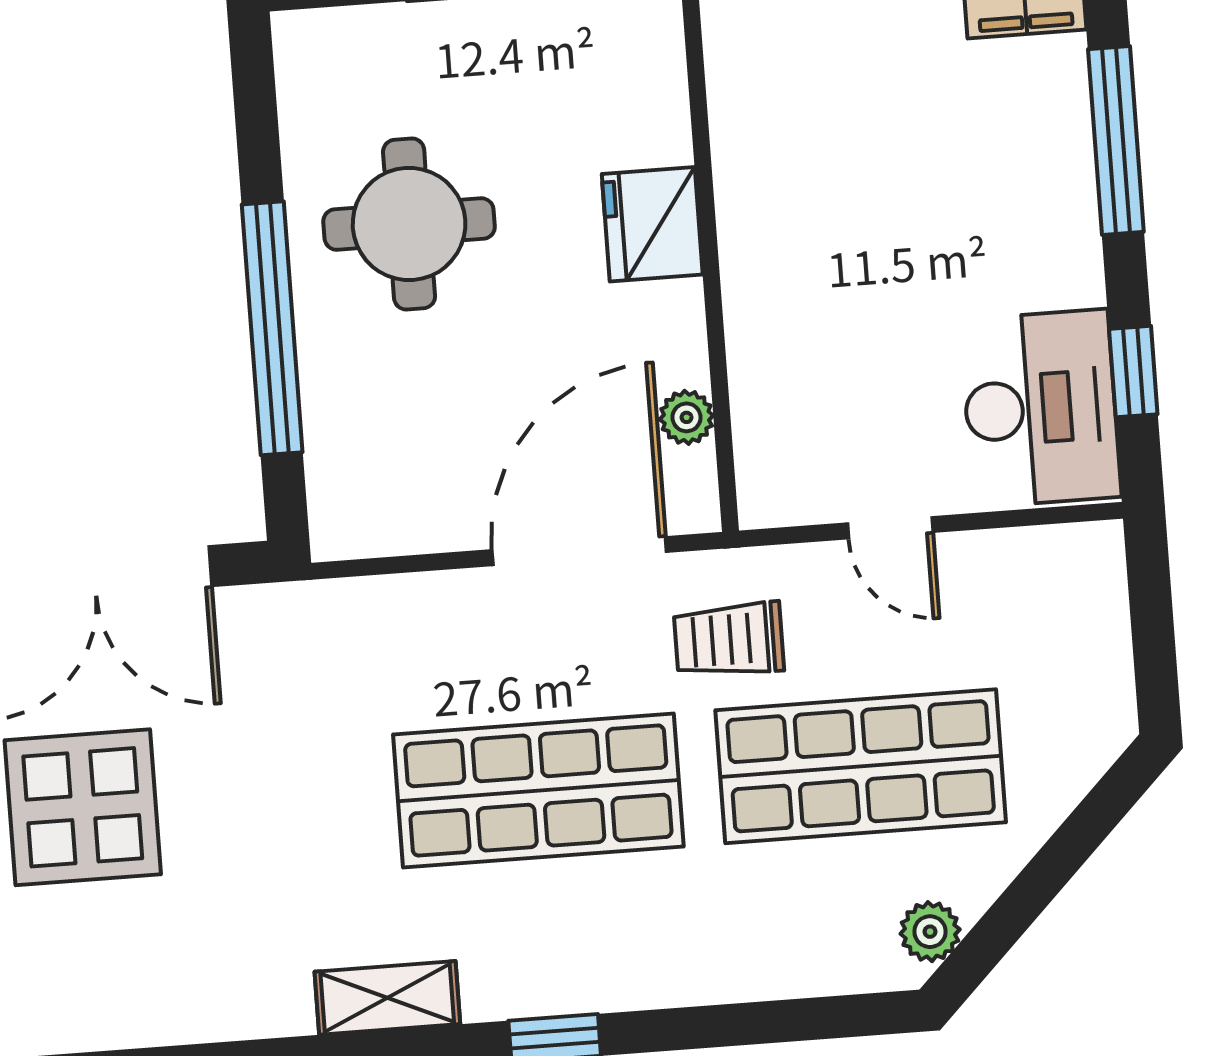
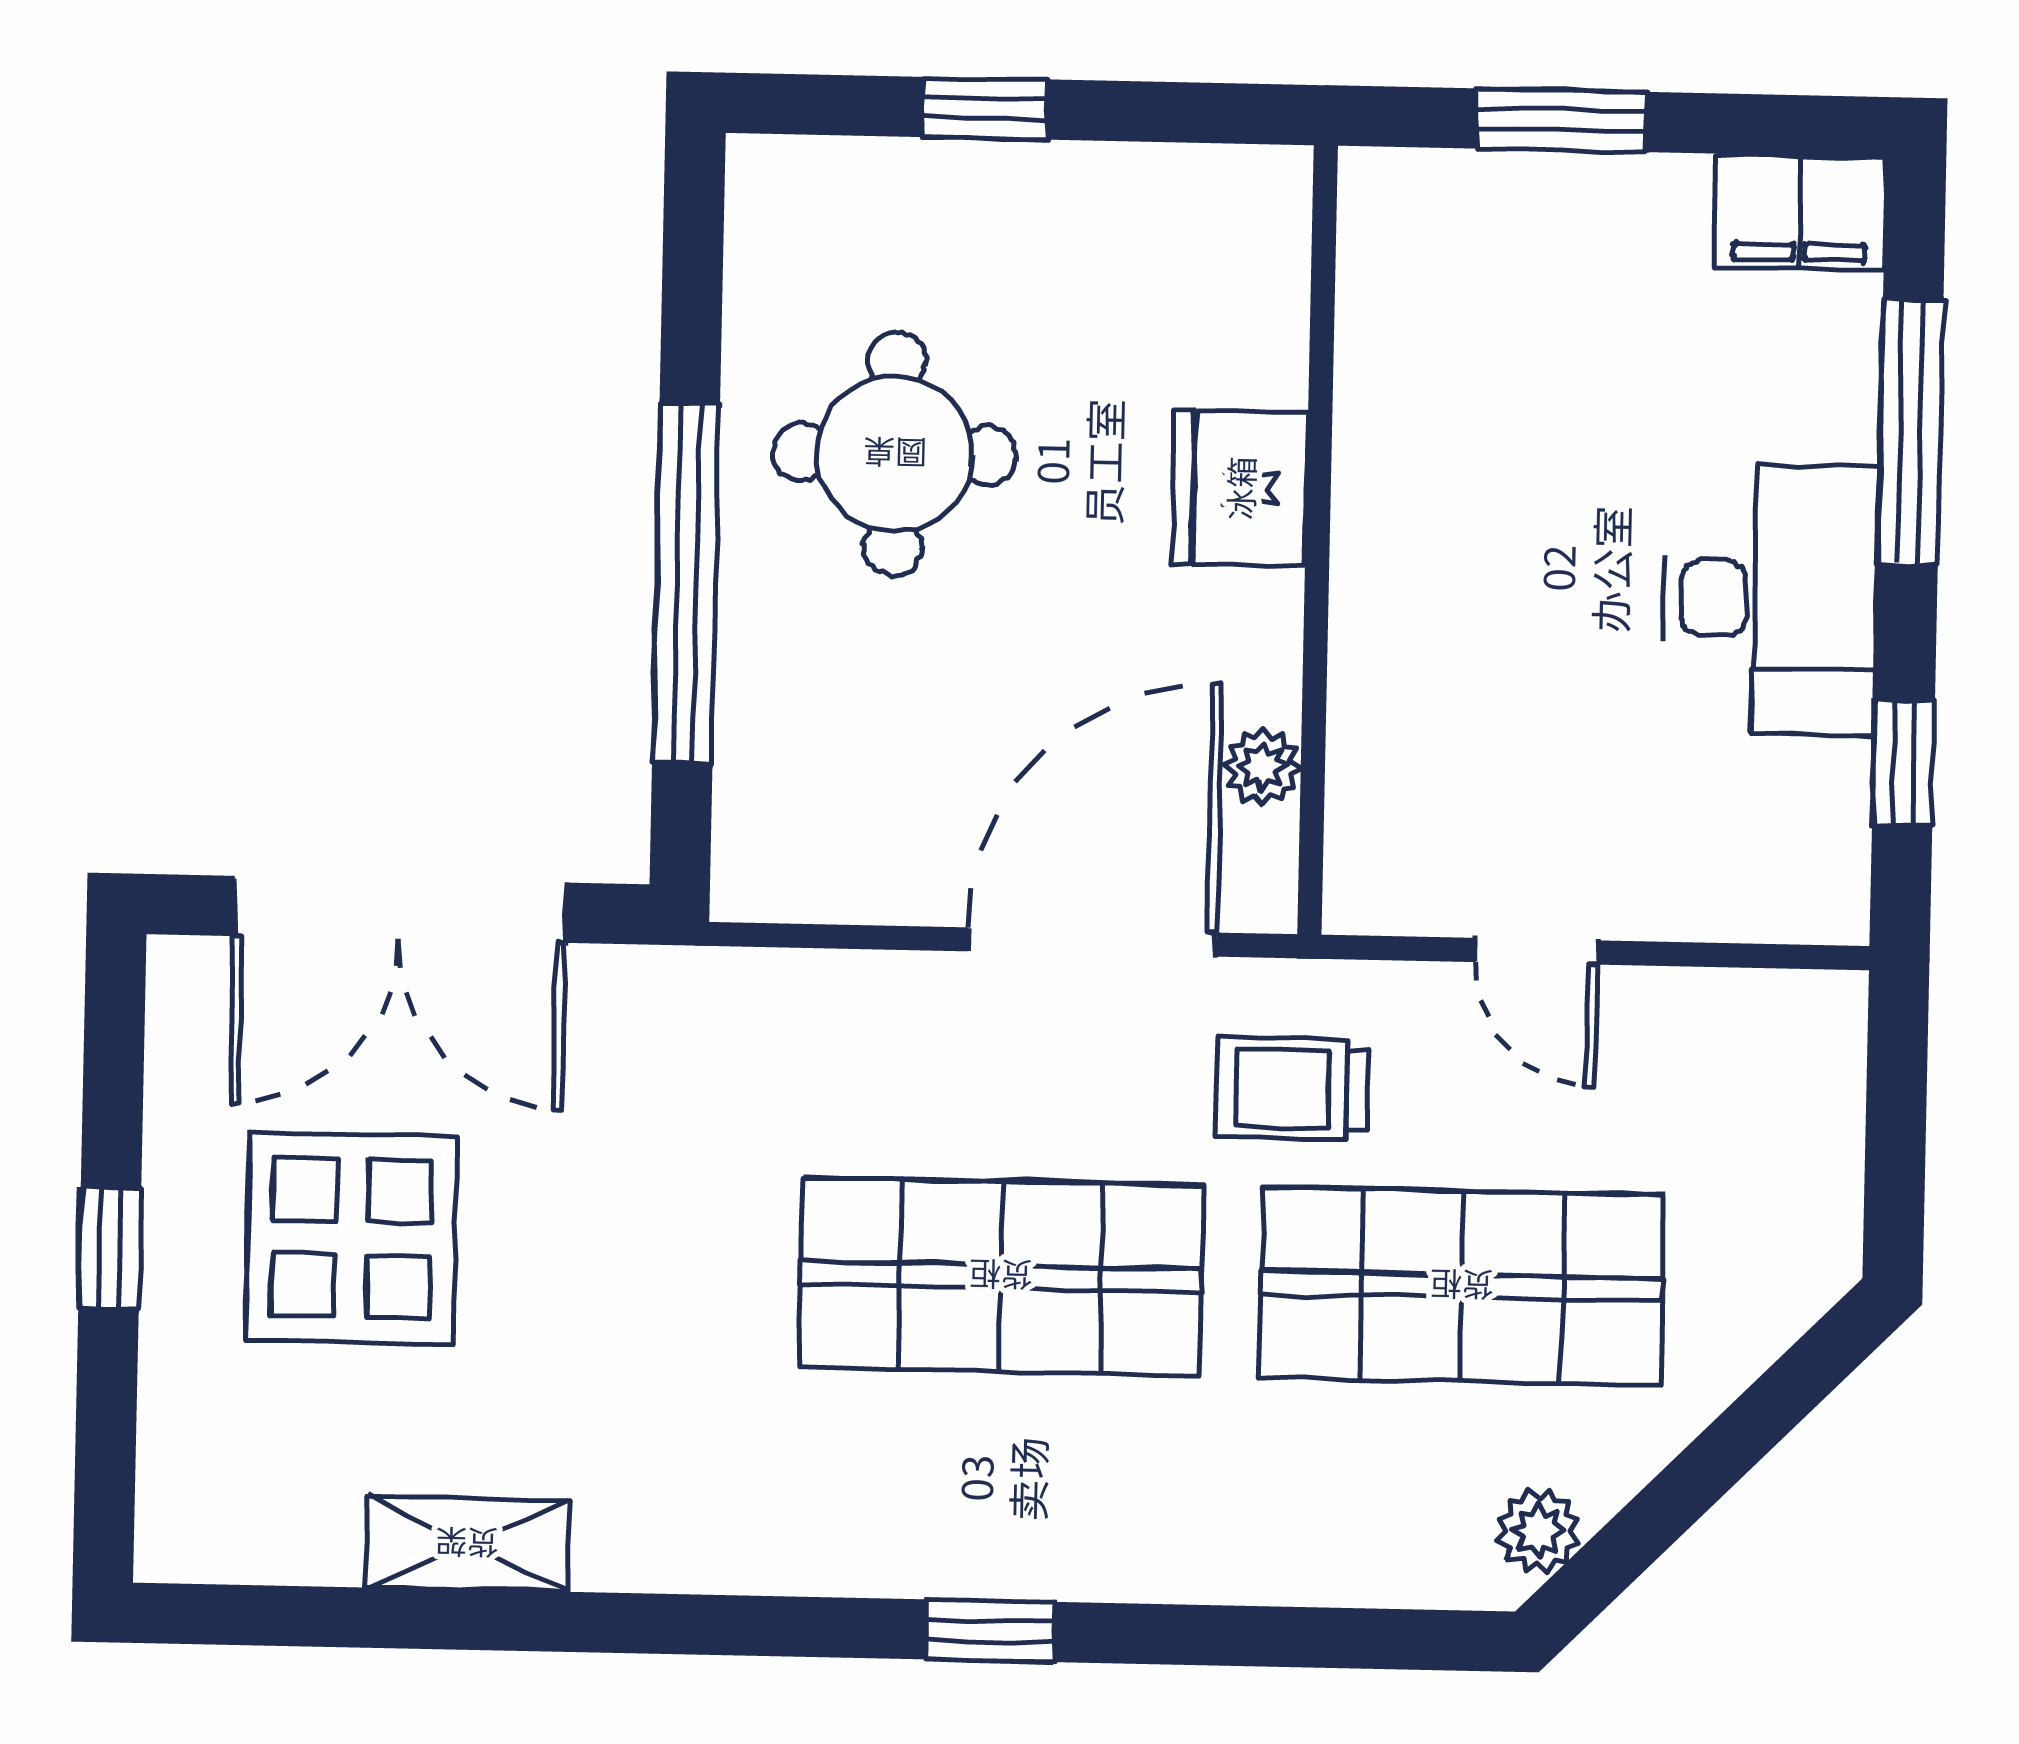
desk: (1040, 408) -> (1771, 599), moved
shelving: (387, 998) -> (467, 1544), moved

